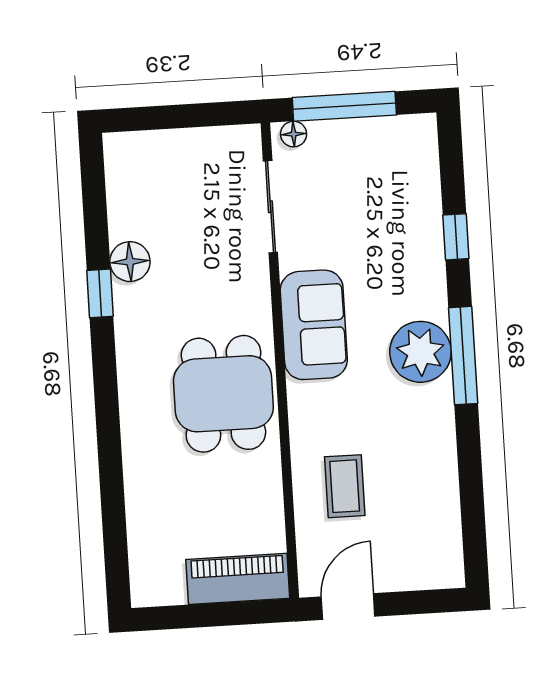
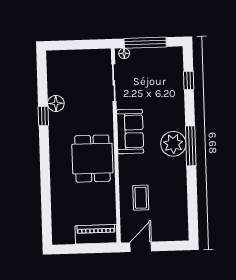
window: (456, 237) -> (189, 81), moved

